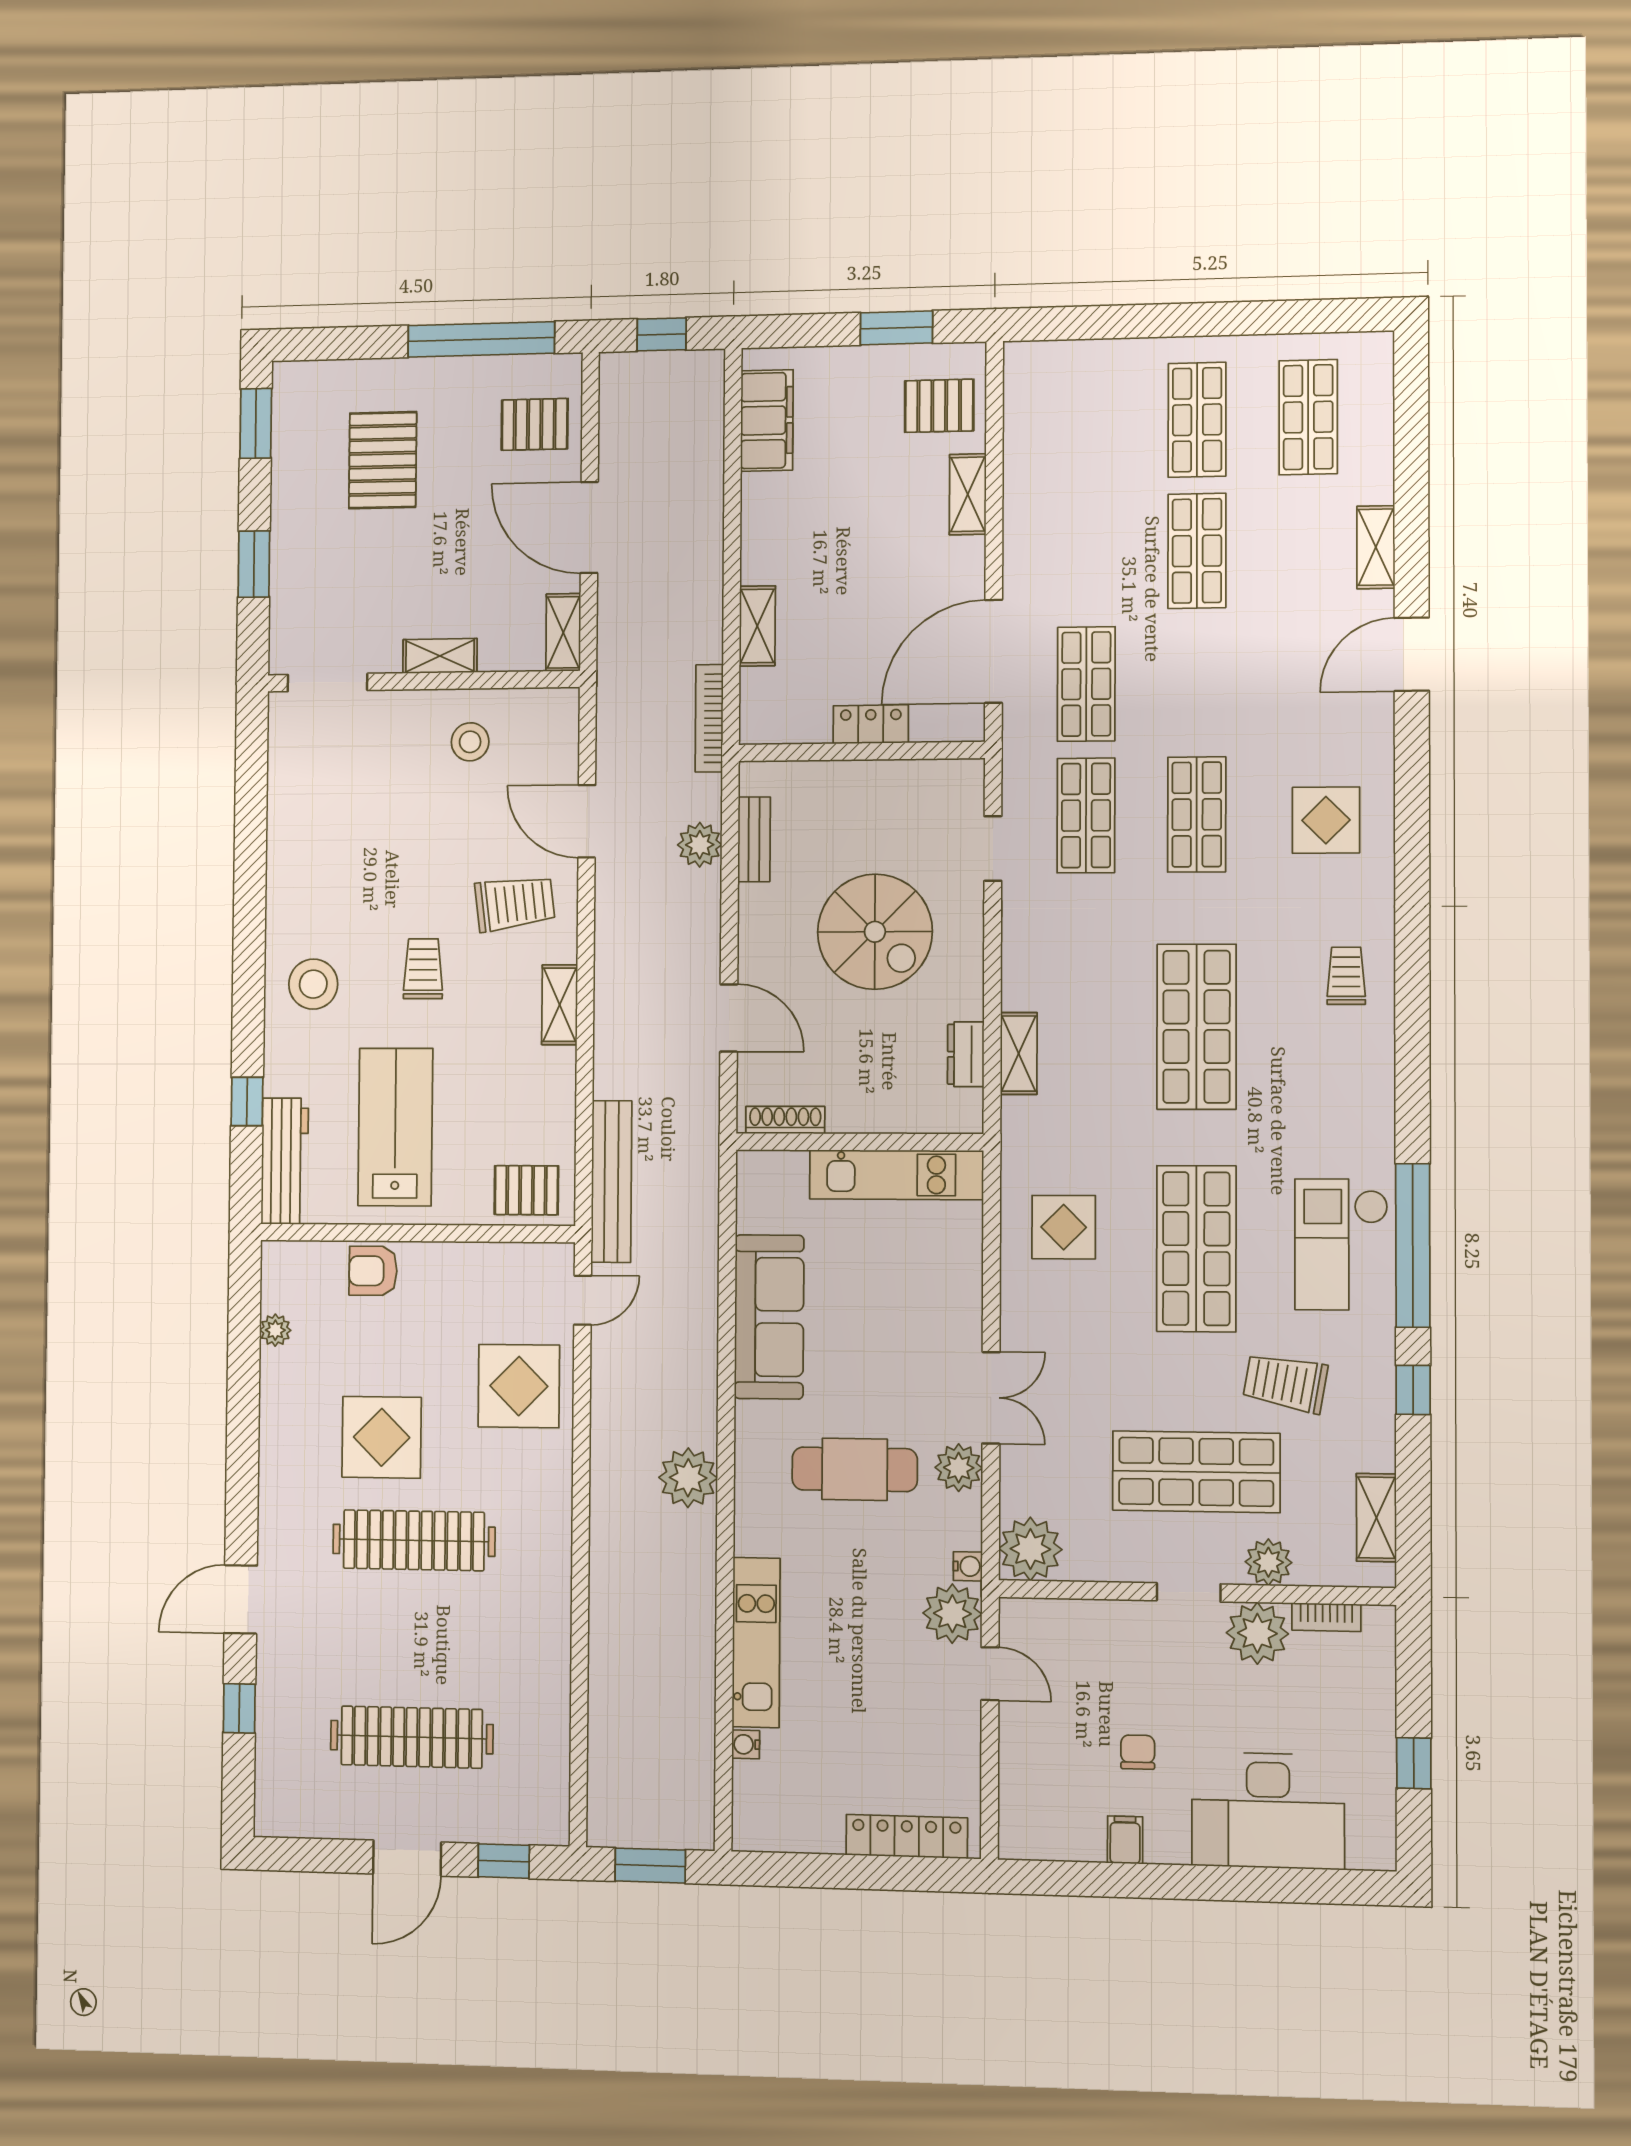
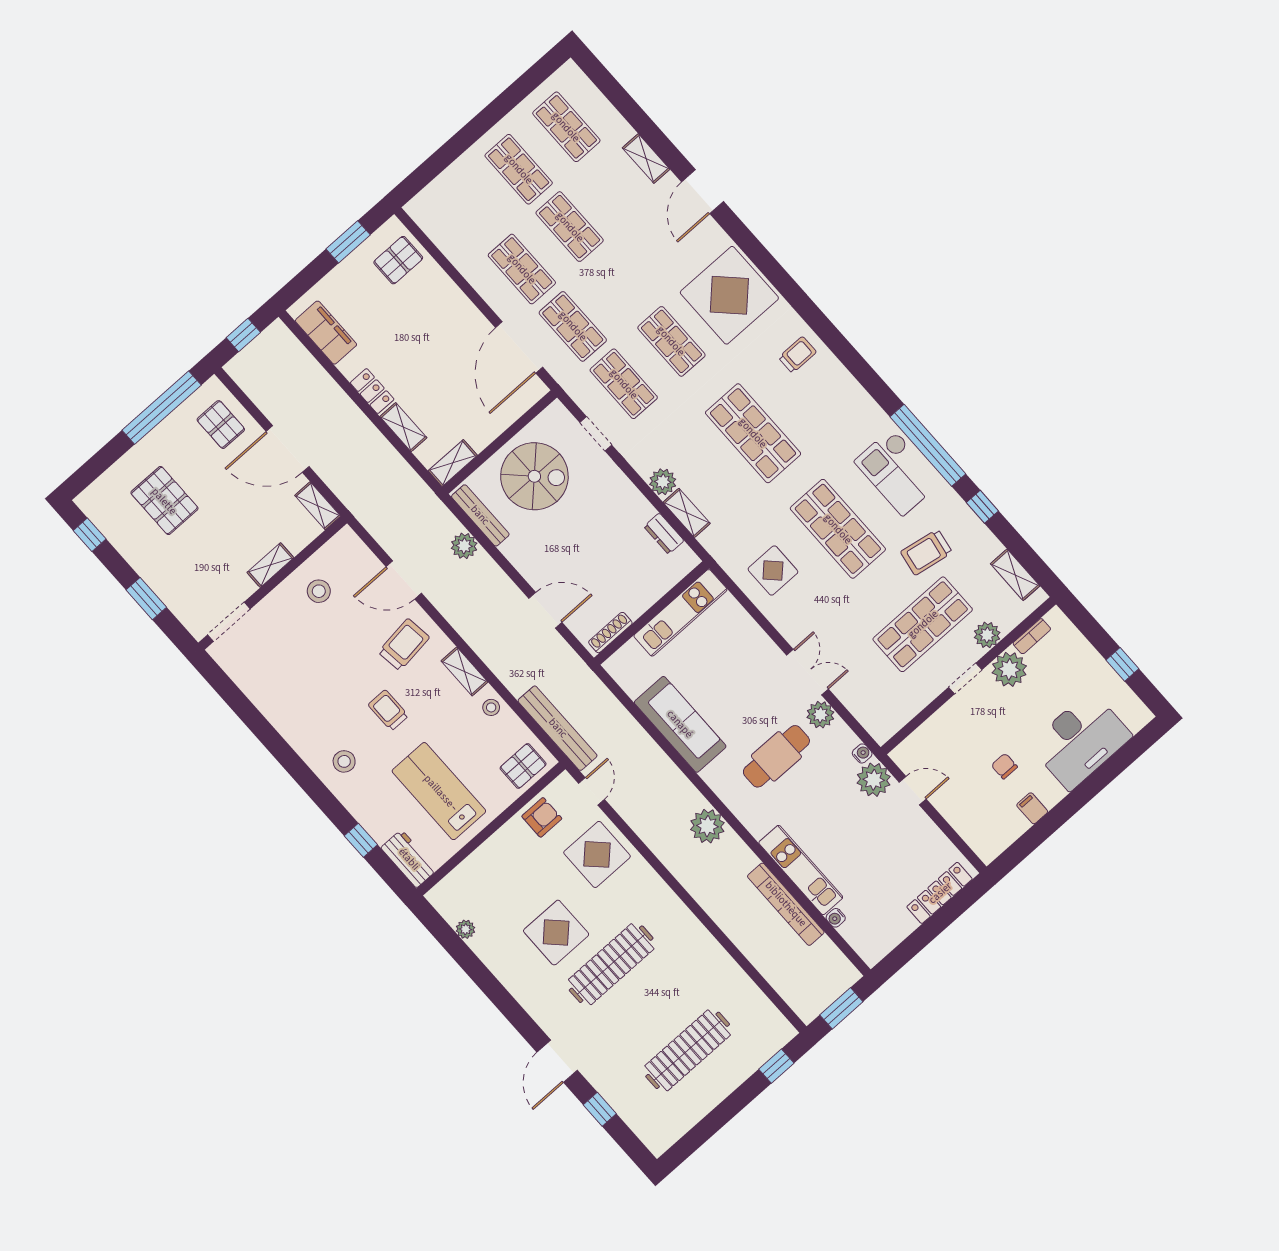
window: (256, 423) -> (90, 535), width x0.67
pallet: (535, 424) -> (221, 425), turned 90
shelving: (968, 494) -> (453, 463), moved, turned 90
shop shelf: (1087, 553) -> (522, 269), added
bookcase: (709, 718) -> (786, 904), moved, width x1.48, depth x1.31
locker: (871, 724) -> (372, 391), moved, turned 90
display table: (1326, 820) -> (729, 295), width x1.86, depth x1.86
bench: (754, 839) -> (480, 515), width x1.36
spiral stairs: (875, 932) -> (534, 476), moved
trolley: (1346, 976) -> (797, 355), turned 90
stool: (313, 984) -> (344, 761), width x0.73, depth x0.73
stool: (552, 1080) -> (491, 707), added
workbench: (285, 1161) -> (409, 859), width x0.73
armchair: (373, 1271) -> (542, 817), moved, turned 180
plant: (1030, 1549) -> (663, 482), moved, width x0.73, depth x0.73
door: (407, 1858) -> (733, 1104), removed

